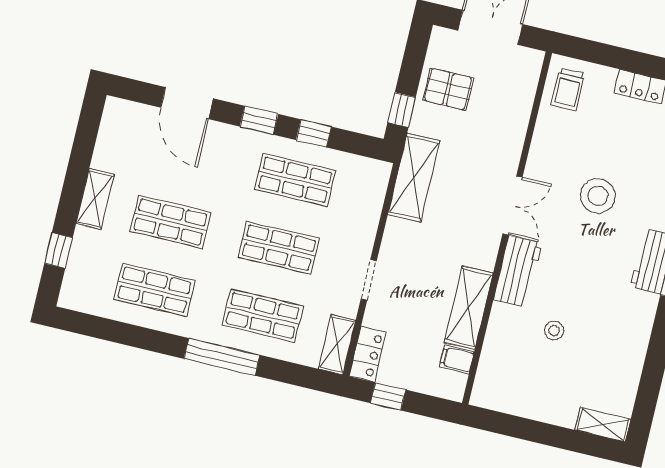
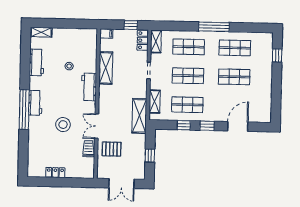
pallet: (448, 89) -> (112, 149), moved
trolley: (568, 89) -> (88, 149), moved
door: (187, 103) -> (238, 126), hinge flipped
window: (402, 110) -> (150, 156), moved
shelving: (95, 199) -> (155, 102), moved
double door: (512, 205) -> (97, 126), moved
workbench: (629, 356) -> (37, 62), added
window: (222, 357) -> (214, 27), moved
filing cabinet: (457, 359) -> (106, 34), moved

